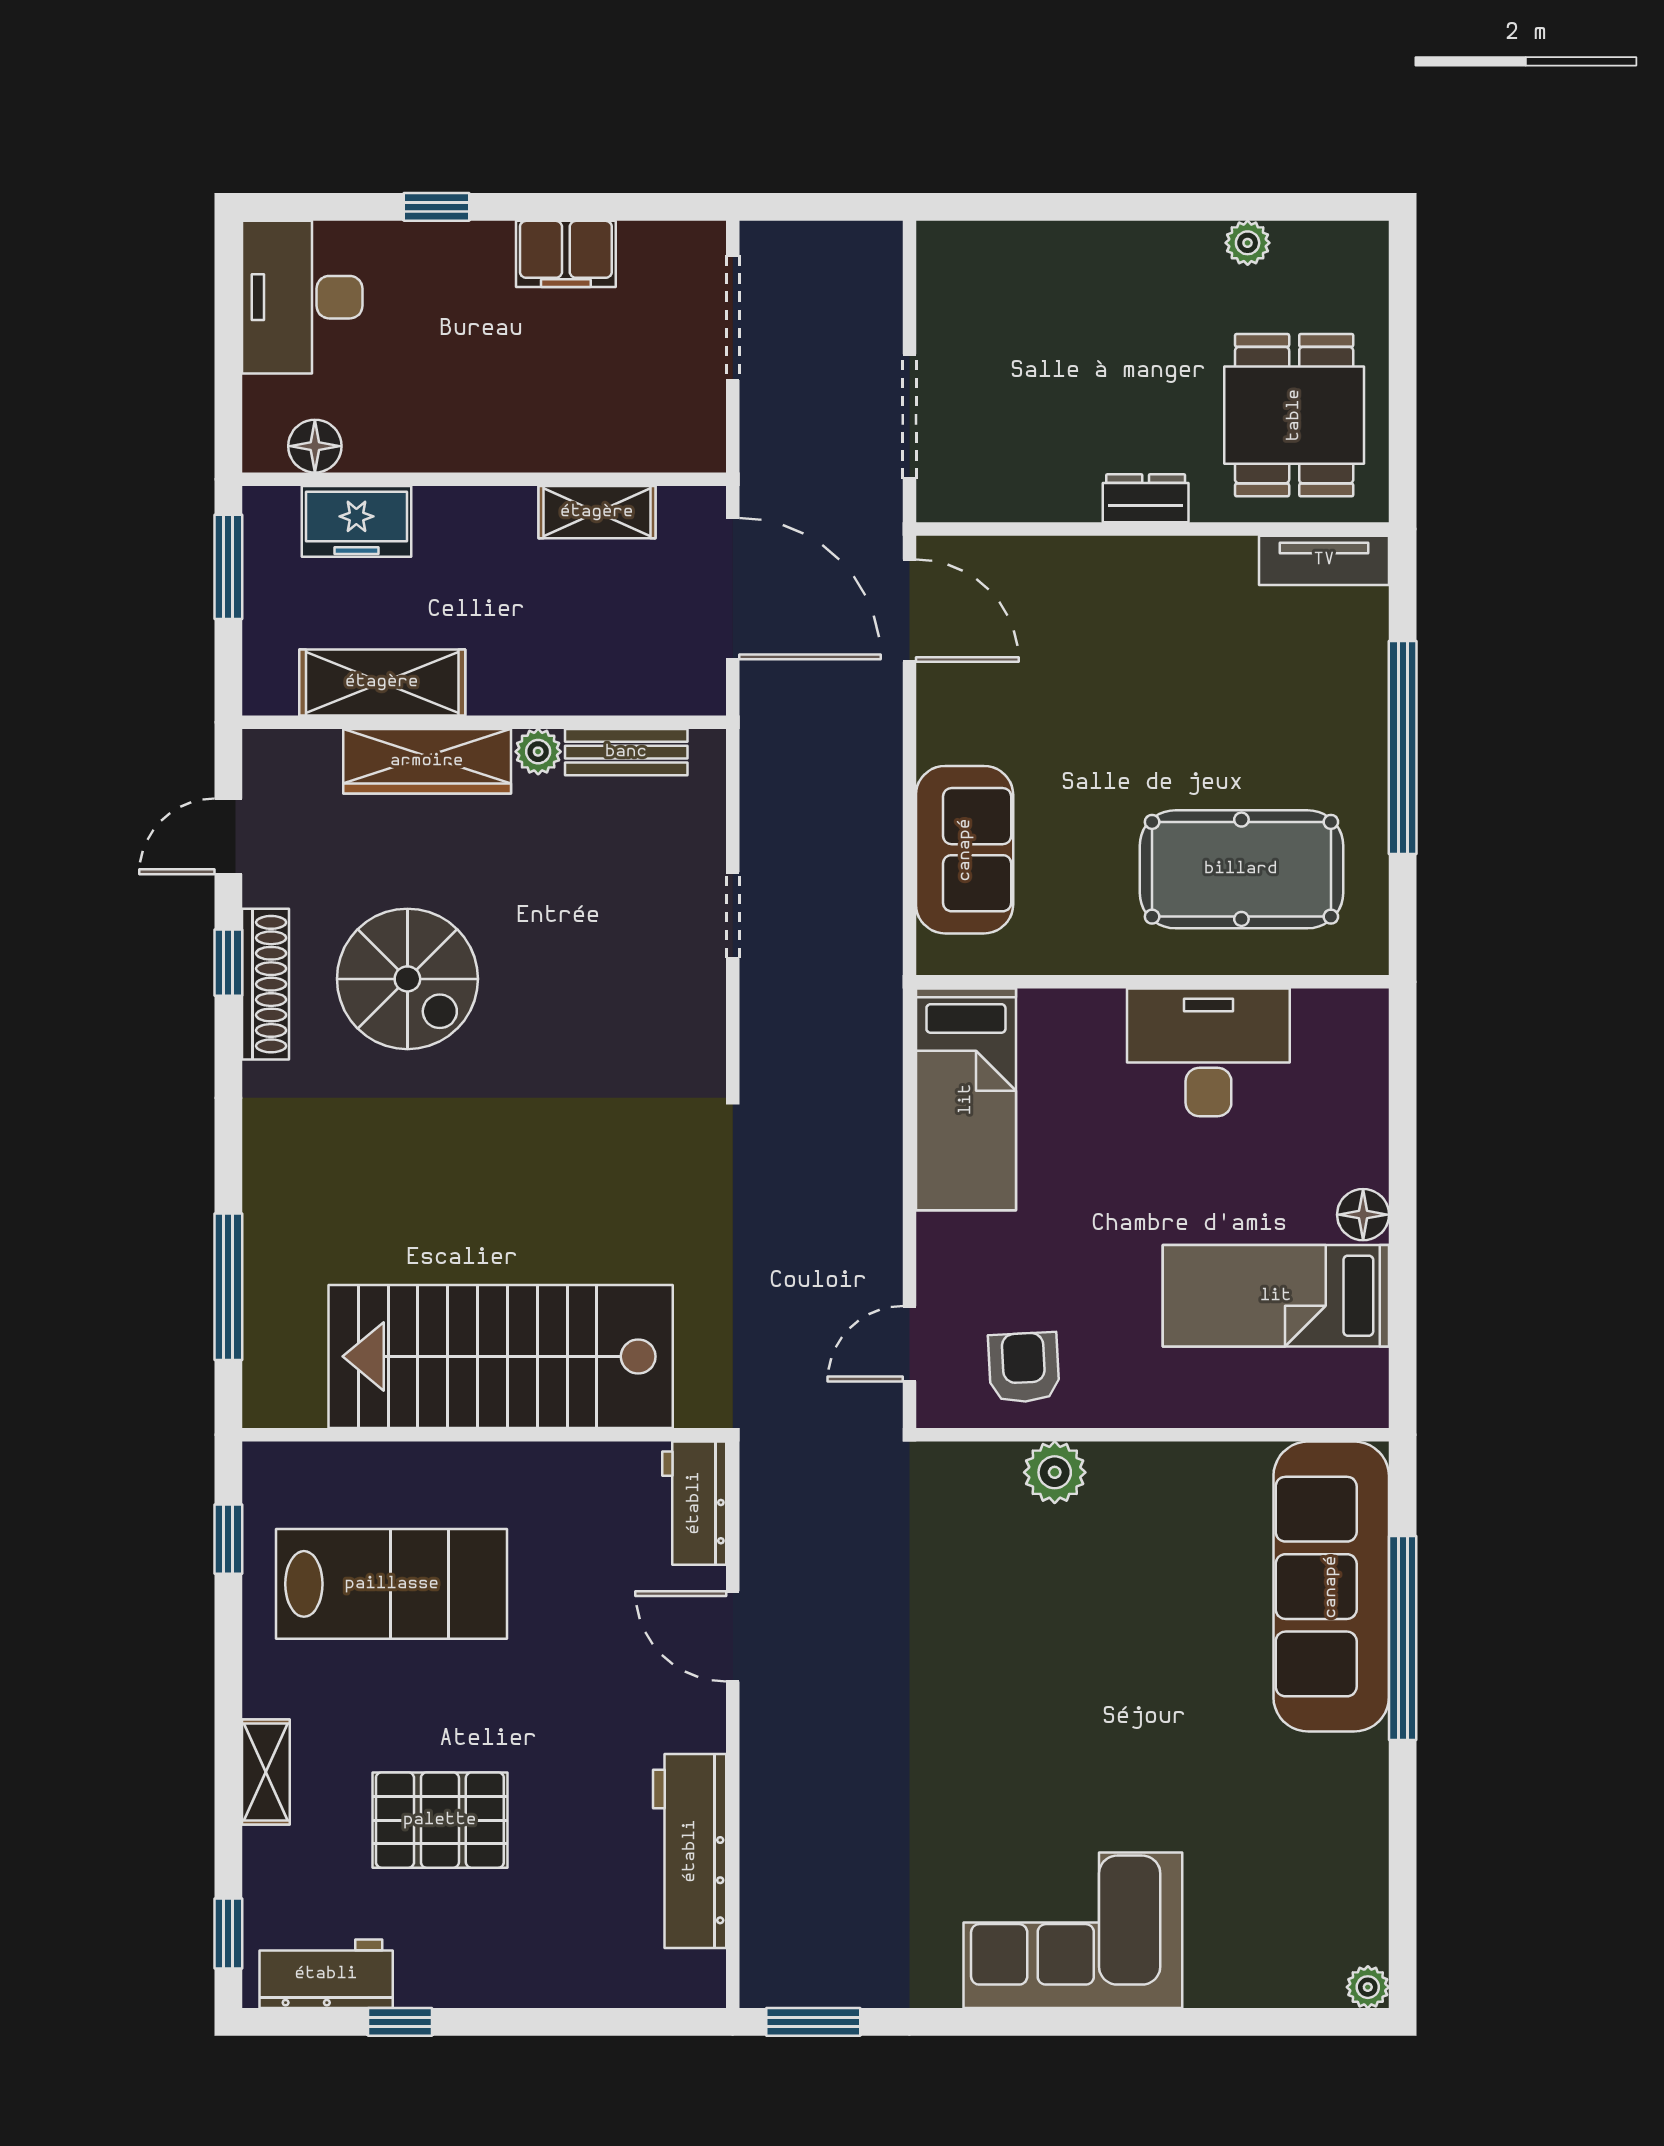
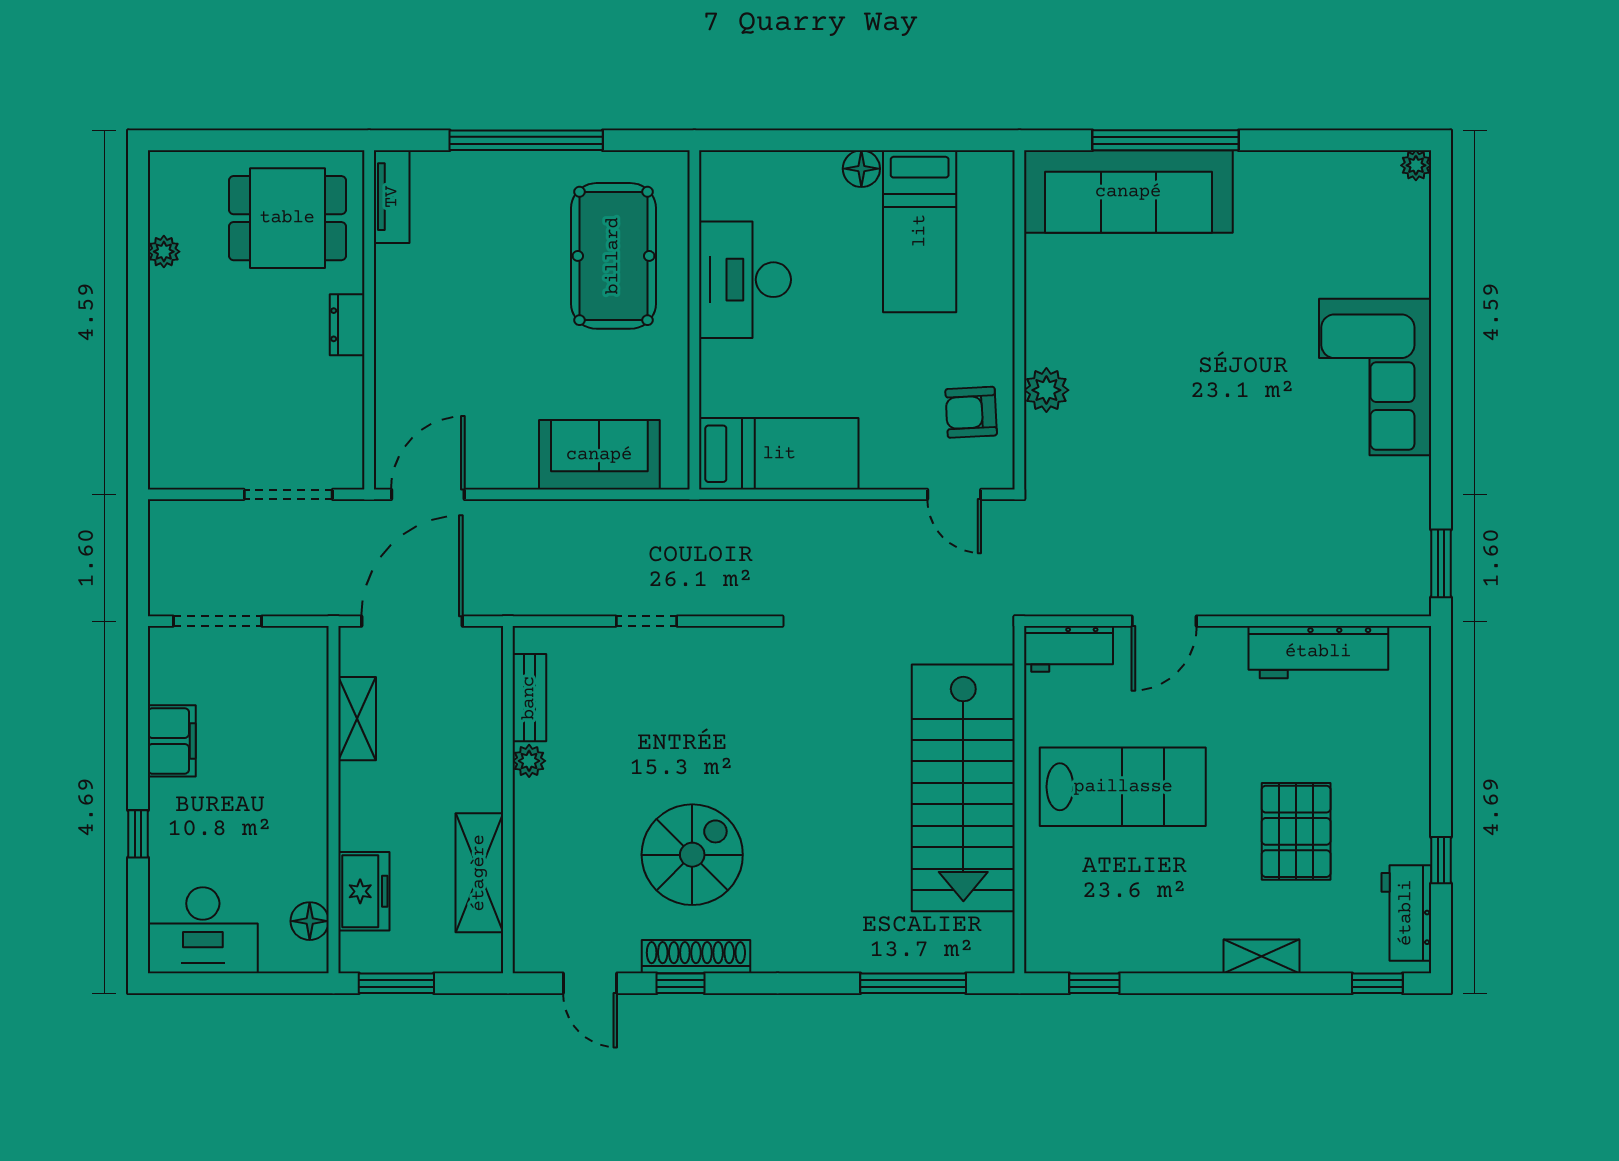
wardrobe: (427, 761) -> (536, 841), removed
lab bench: (392, 1584) -> (1123, 787), moved, turned 90

